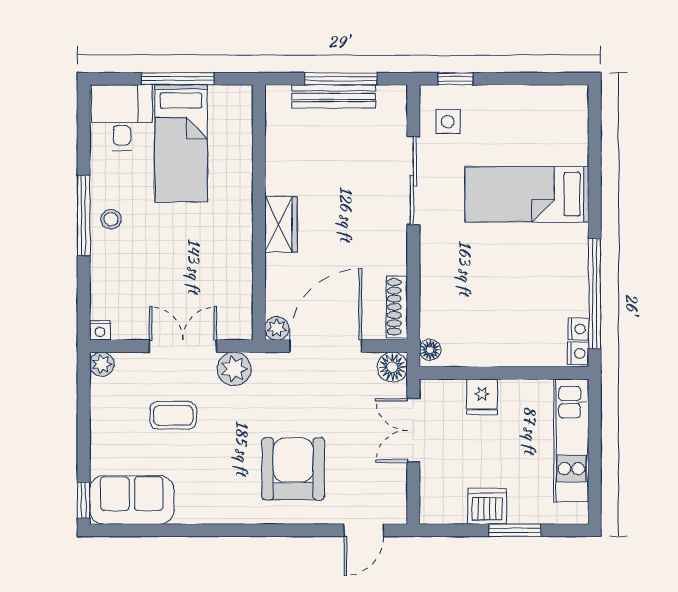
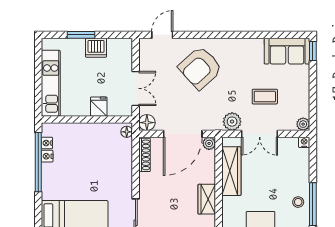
wardrobe: (235, 277) -> (231, 171), added
nightstand: (578, 353) -> (47, 156), moved
armchair: (293, 469) -> (200, 68), turned 48

